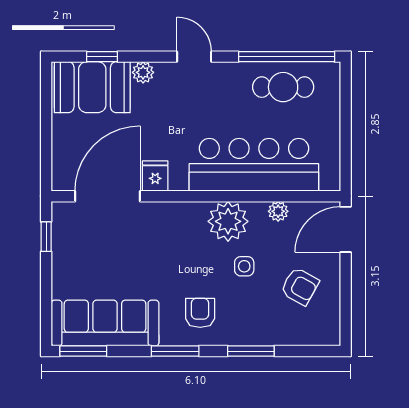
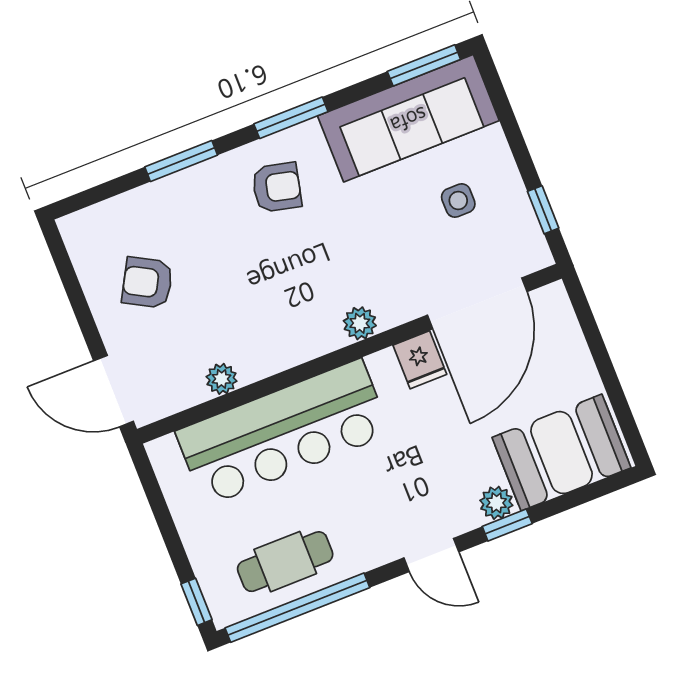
window: (102, 57) -> (507, 525), moved
window: (346, 84) -> (197, 602), added
plant: (228, 221) -> (360, 323), moved, width x0.53, depth x0.53
door: (346, 229) -> (114, 391), swing flipped
side table: (244, 266) -> (458, 200), moved
armchair: (200, 313) -> (277, 187), turned -77

